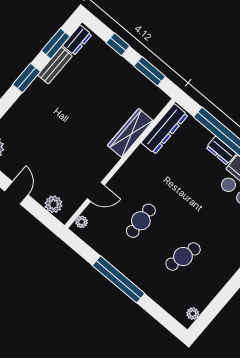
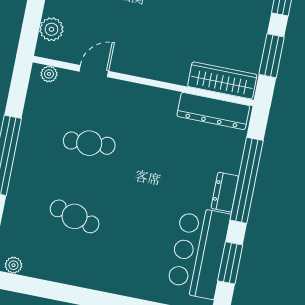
wardrobe: (130, 133) -> (222, 80), moved
door: (96, 192) -> (94, 71), swing flipped

